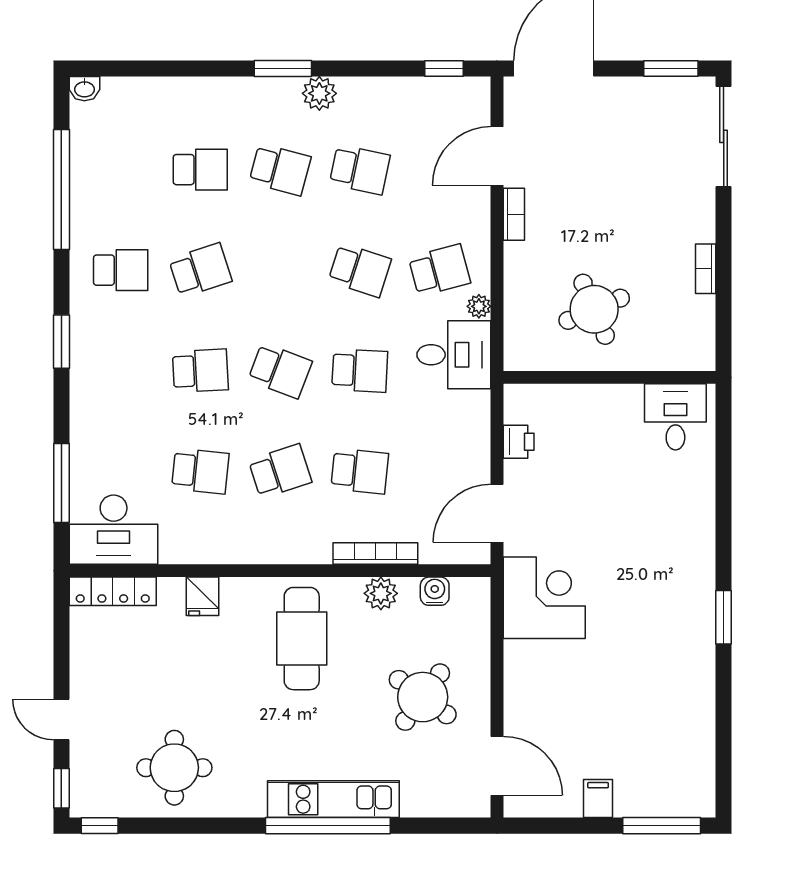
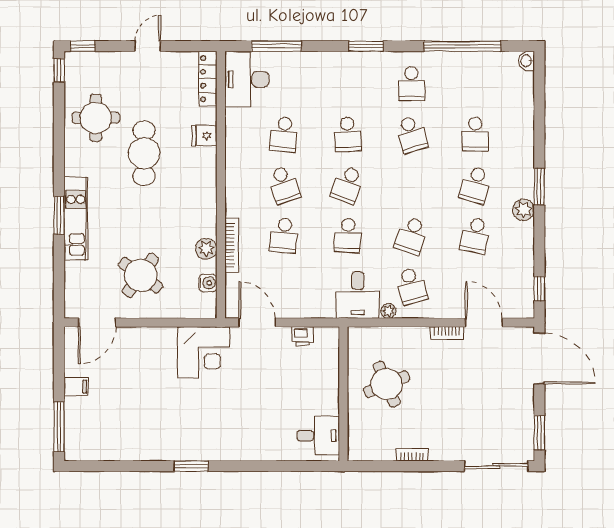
cafe table: (302, 639) -> (144, 153), moved, turned 90
door: (61, 720) -> (148, 46), moved
window: (328, 826) -> (59, 215), width x0.47

